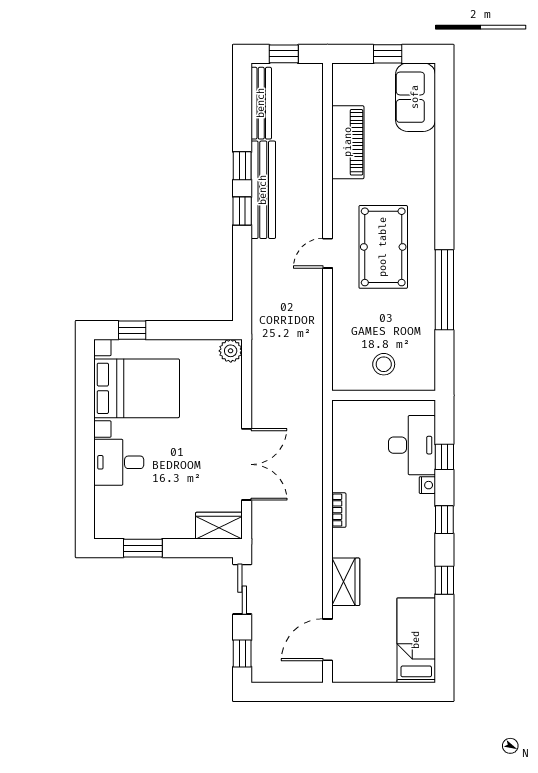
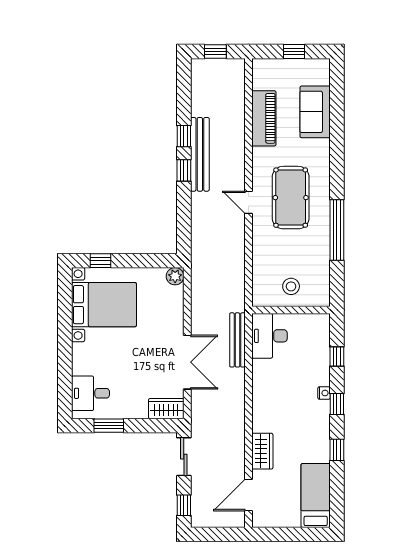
sofa: (415, 97) -> (315, 112), moved
bench: (261, 103) -> (237, 340), moved
door: (327, 253) -> (248, 202), hinge flipped
desk: (412, 445) -> (270, 336), moved, turned 180
desk: (119, 462) -> (90, 393), moved
nightstand: (427, 485) -> (324, 393), moved
bookcase: (339, 510) -> (257, 397), removed

